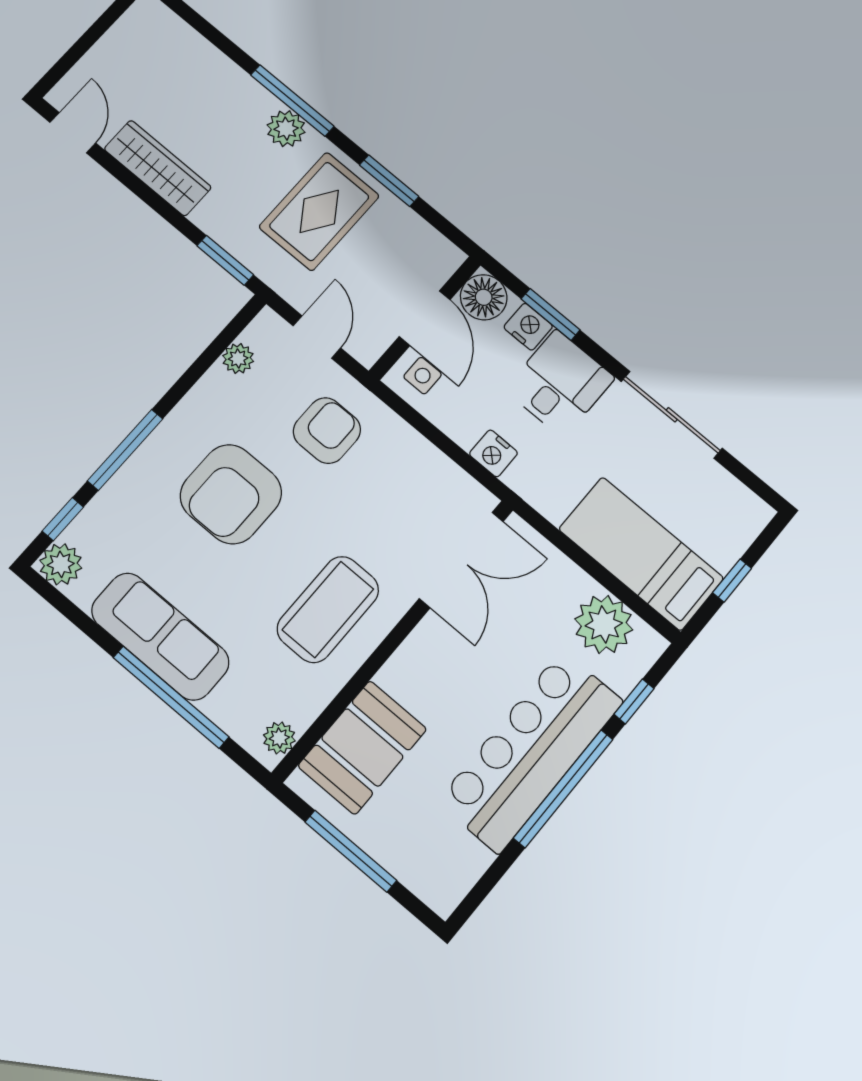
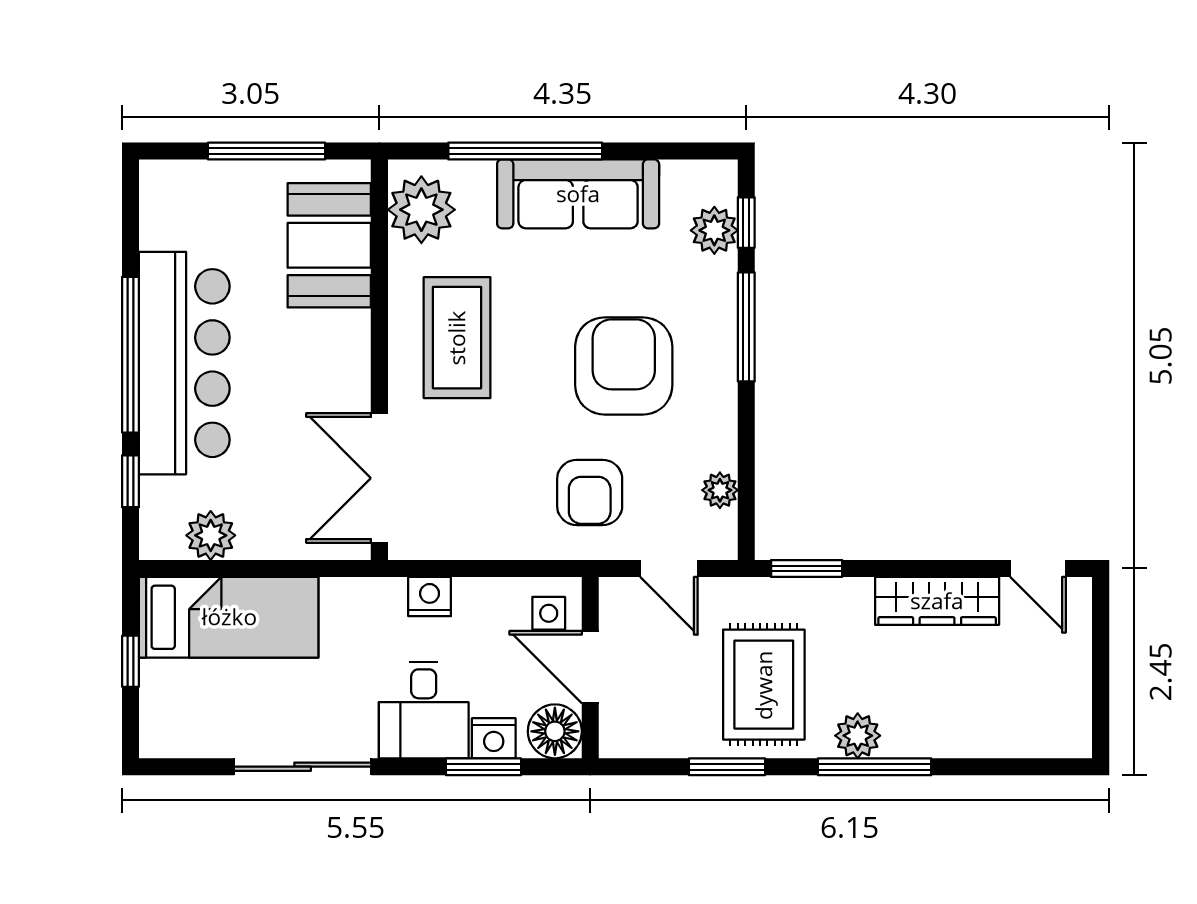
plant: (61, 564) -> (714, 230), moved
plant: (604, 624) -> (211, 535), width x0.73, depth x0.73
plant: (279, 738) -> (421, 210), width x1.88, depth x1.88

